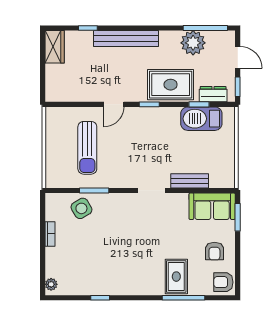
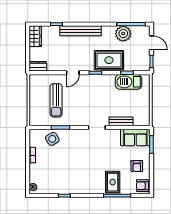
dresser: (213, 94) -> (38, 66), moved

